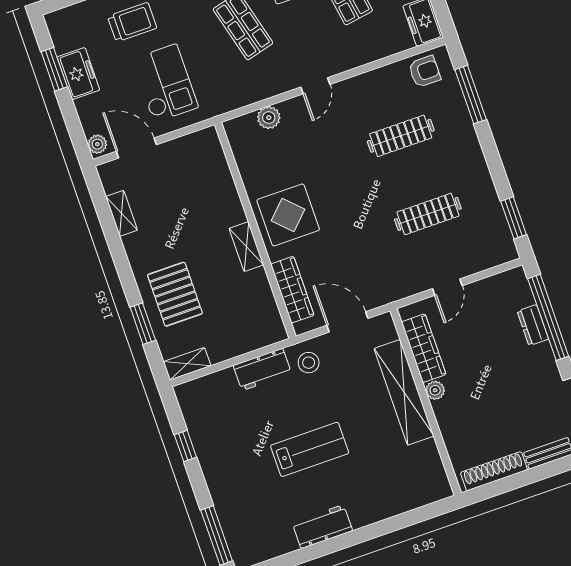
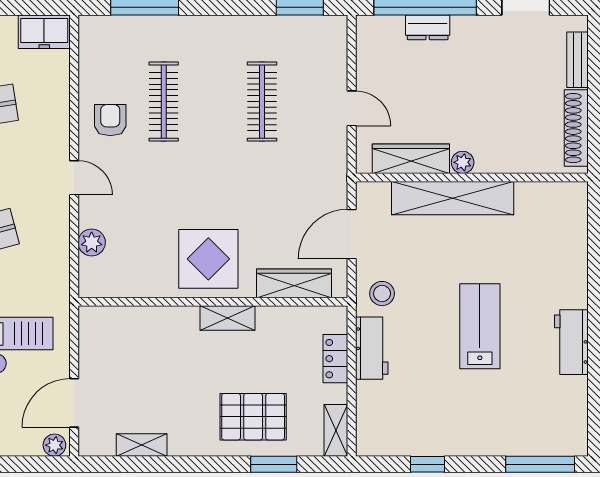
armchair: (425, 71) -> (110, 120), moved
locker: (244, 344) -> (335, 359), added

